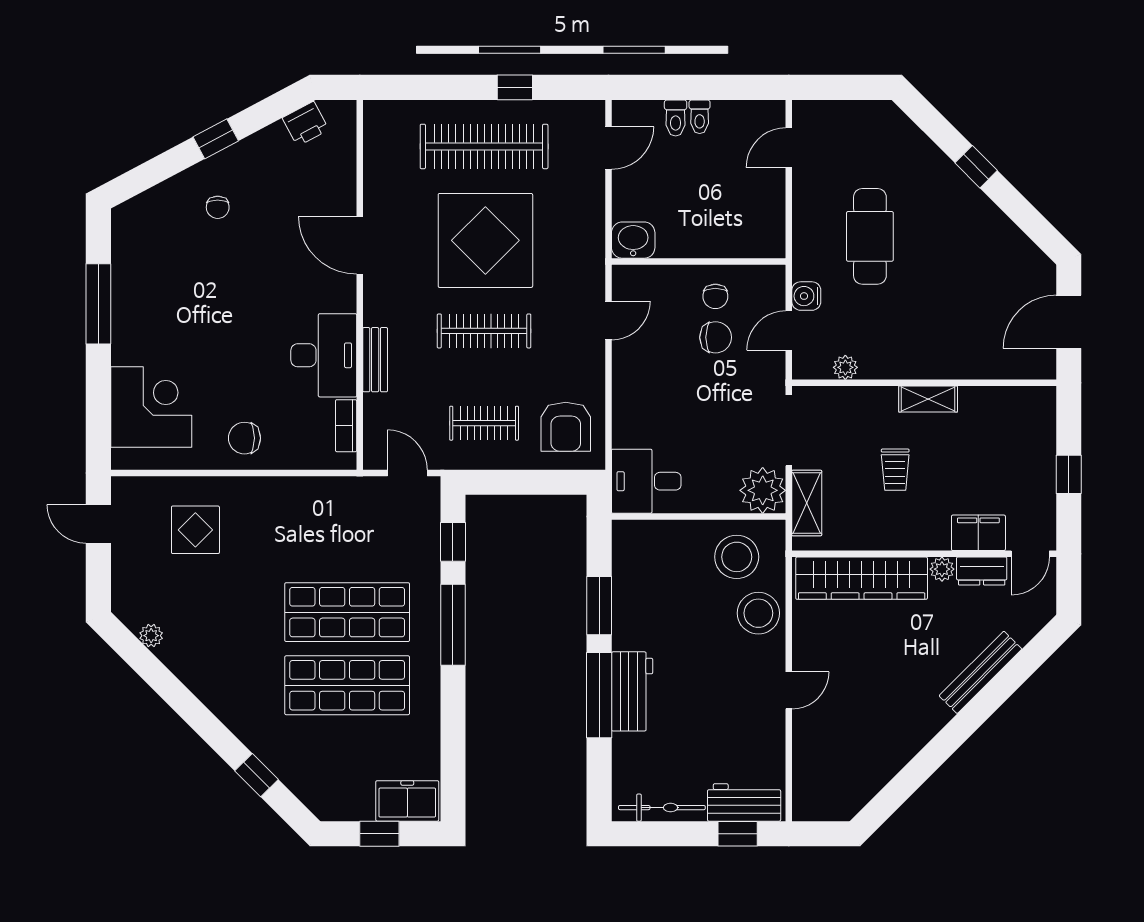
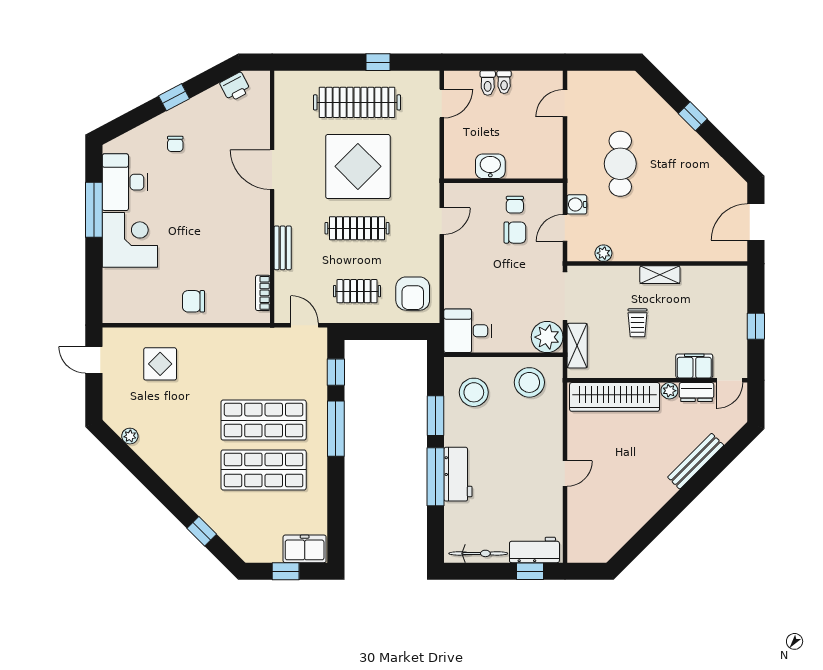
washbasin: (633, 240) -> (490, 166), moved
desk: (324, 355) -> (125, 182), moved, turned 180
corner desk: (151, 407) -> (130, 240), moved
stool: (758, 613) -> (474, 392), moved

